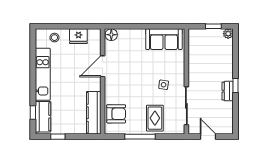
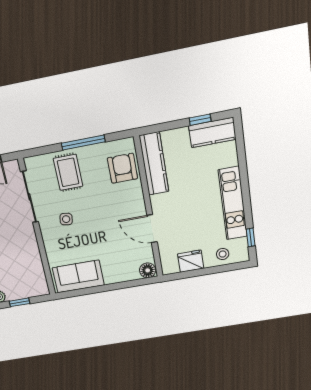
door: (103, 66) -> (152, 229), swing flipped
window: (33, 112) -> (251, 237), moved
armchair: (116, 114) -> (122, 168), turned 90
kitchen counter: (43, 117) -> (212, 132), moved, turned -90

